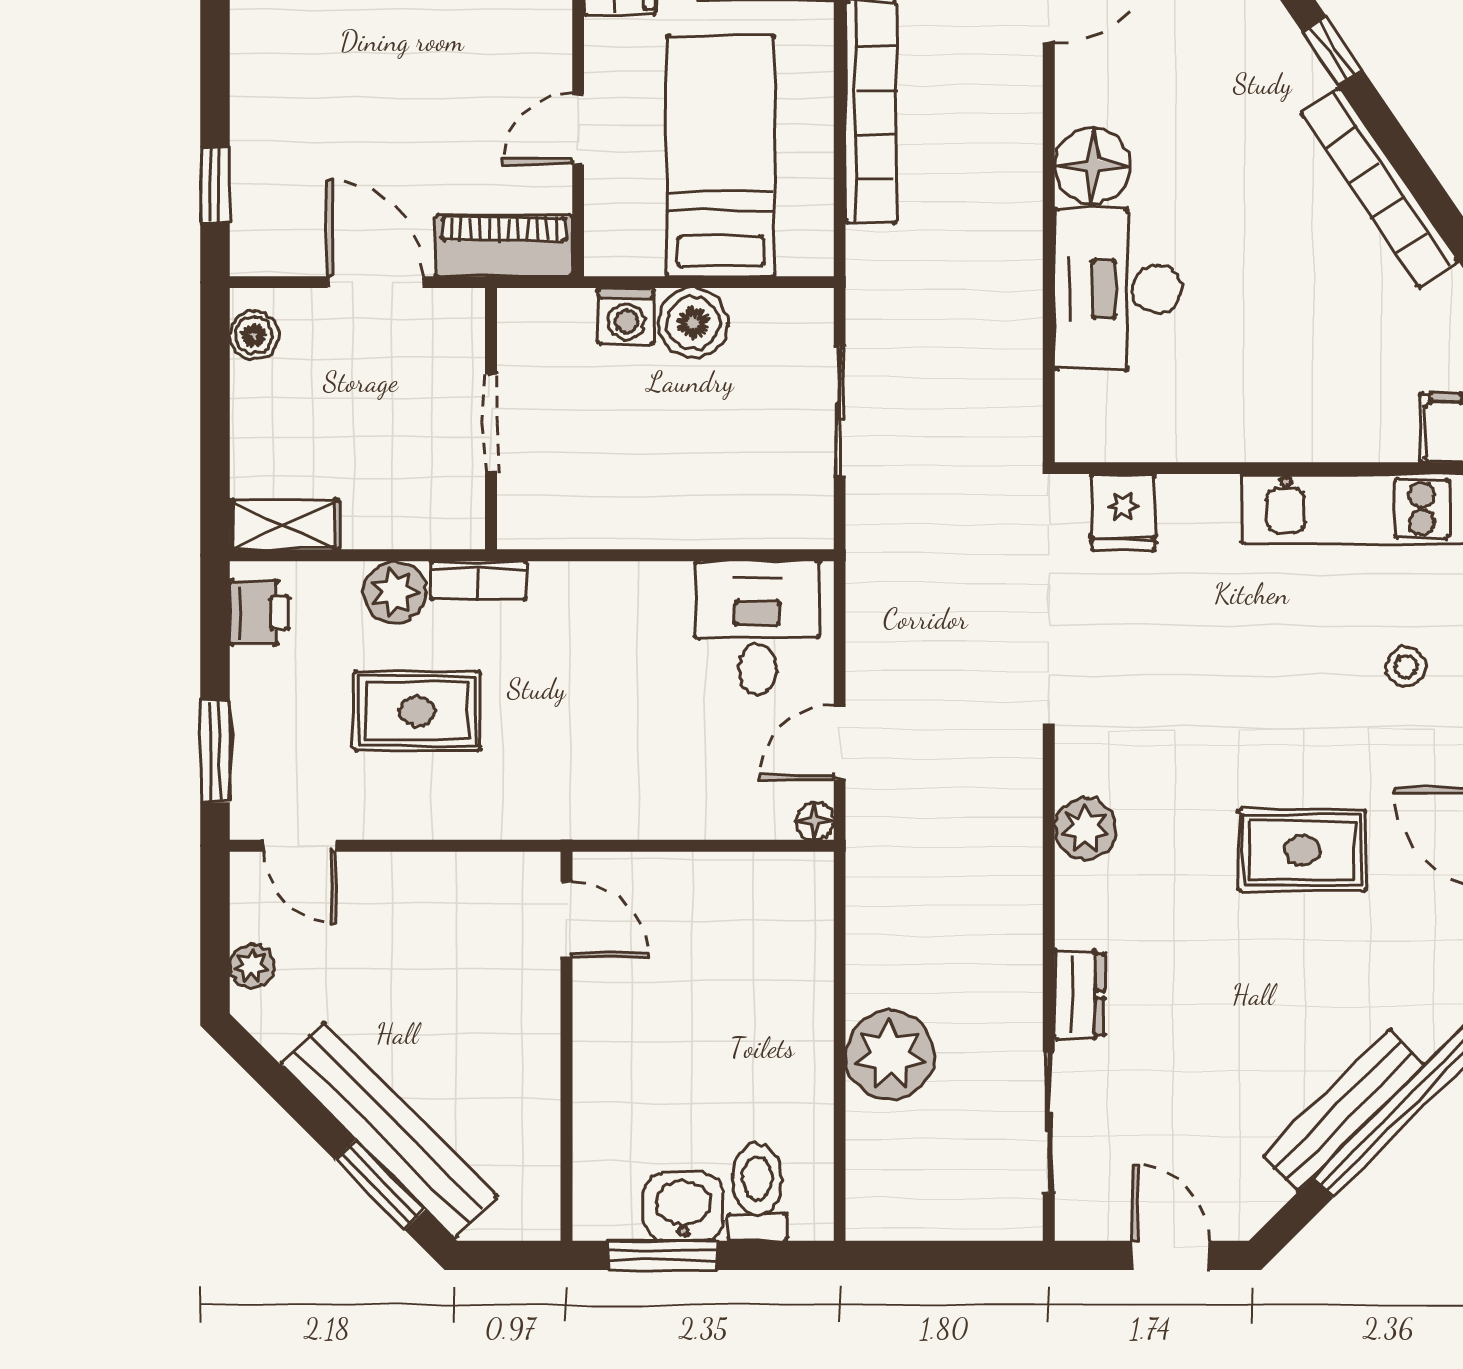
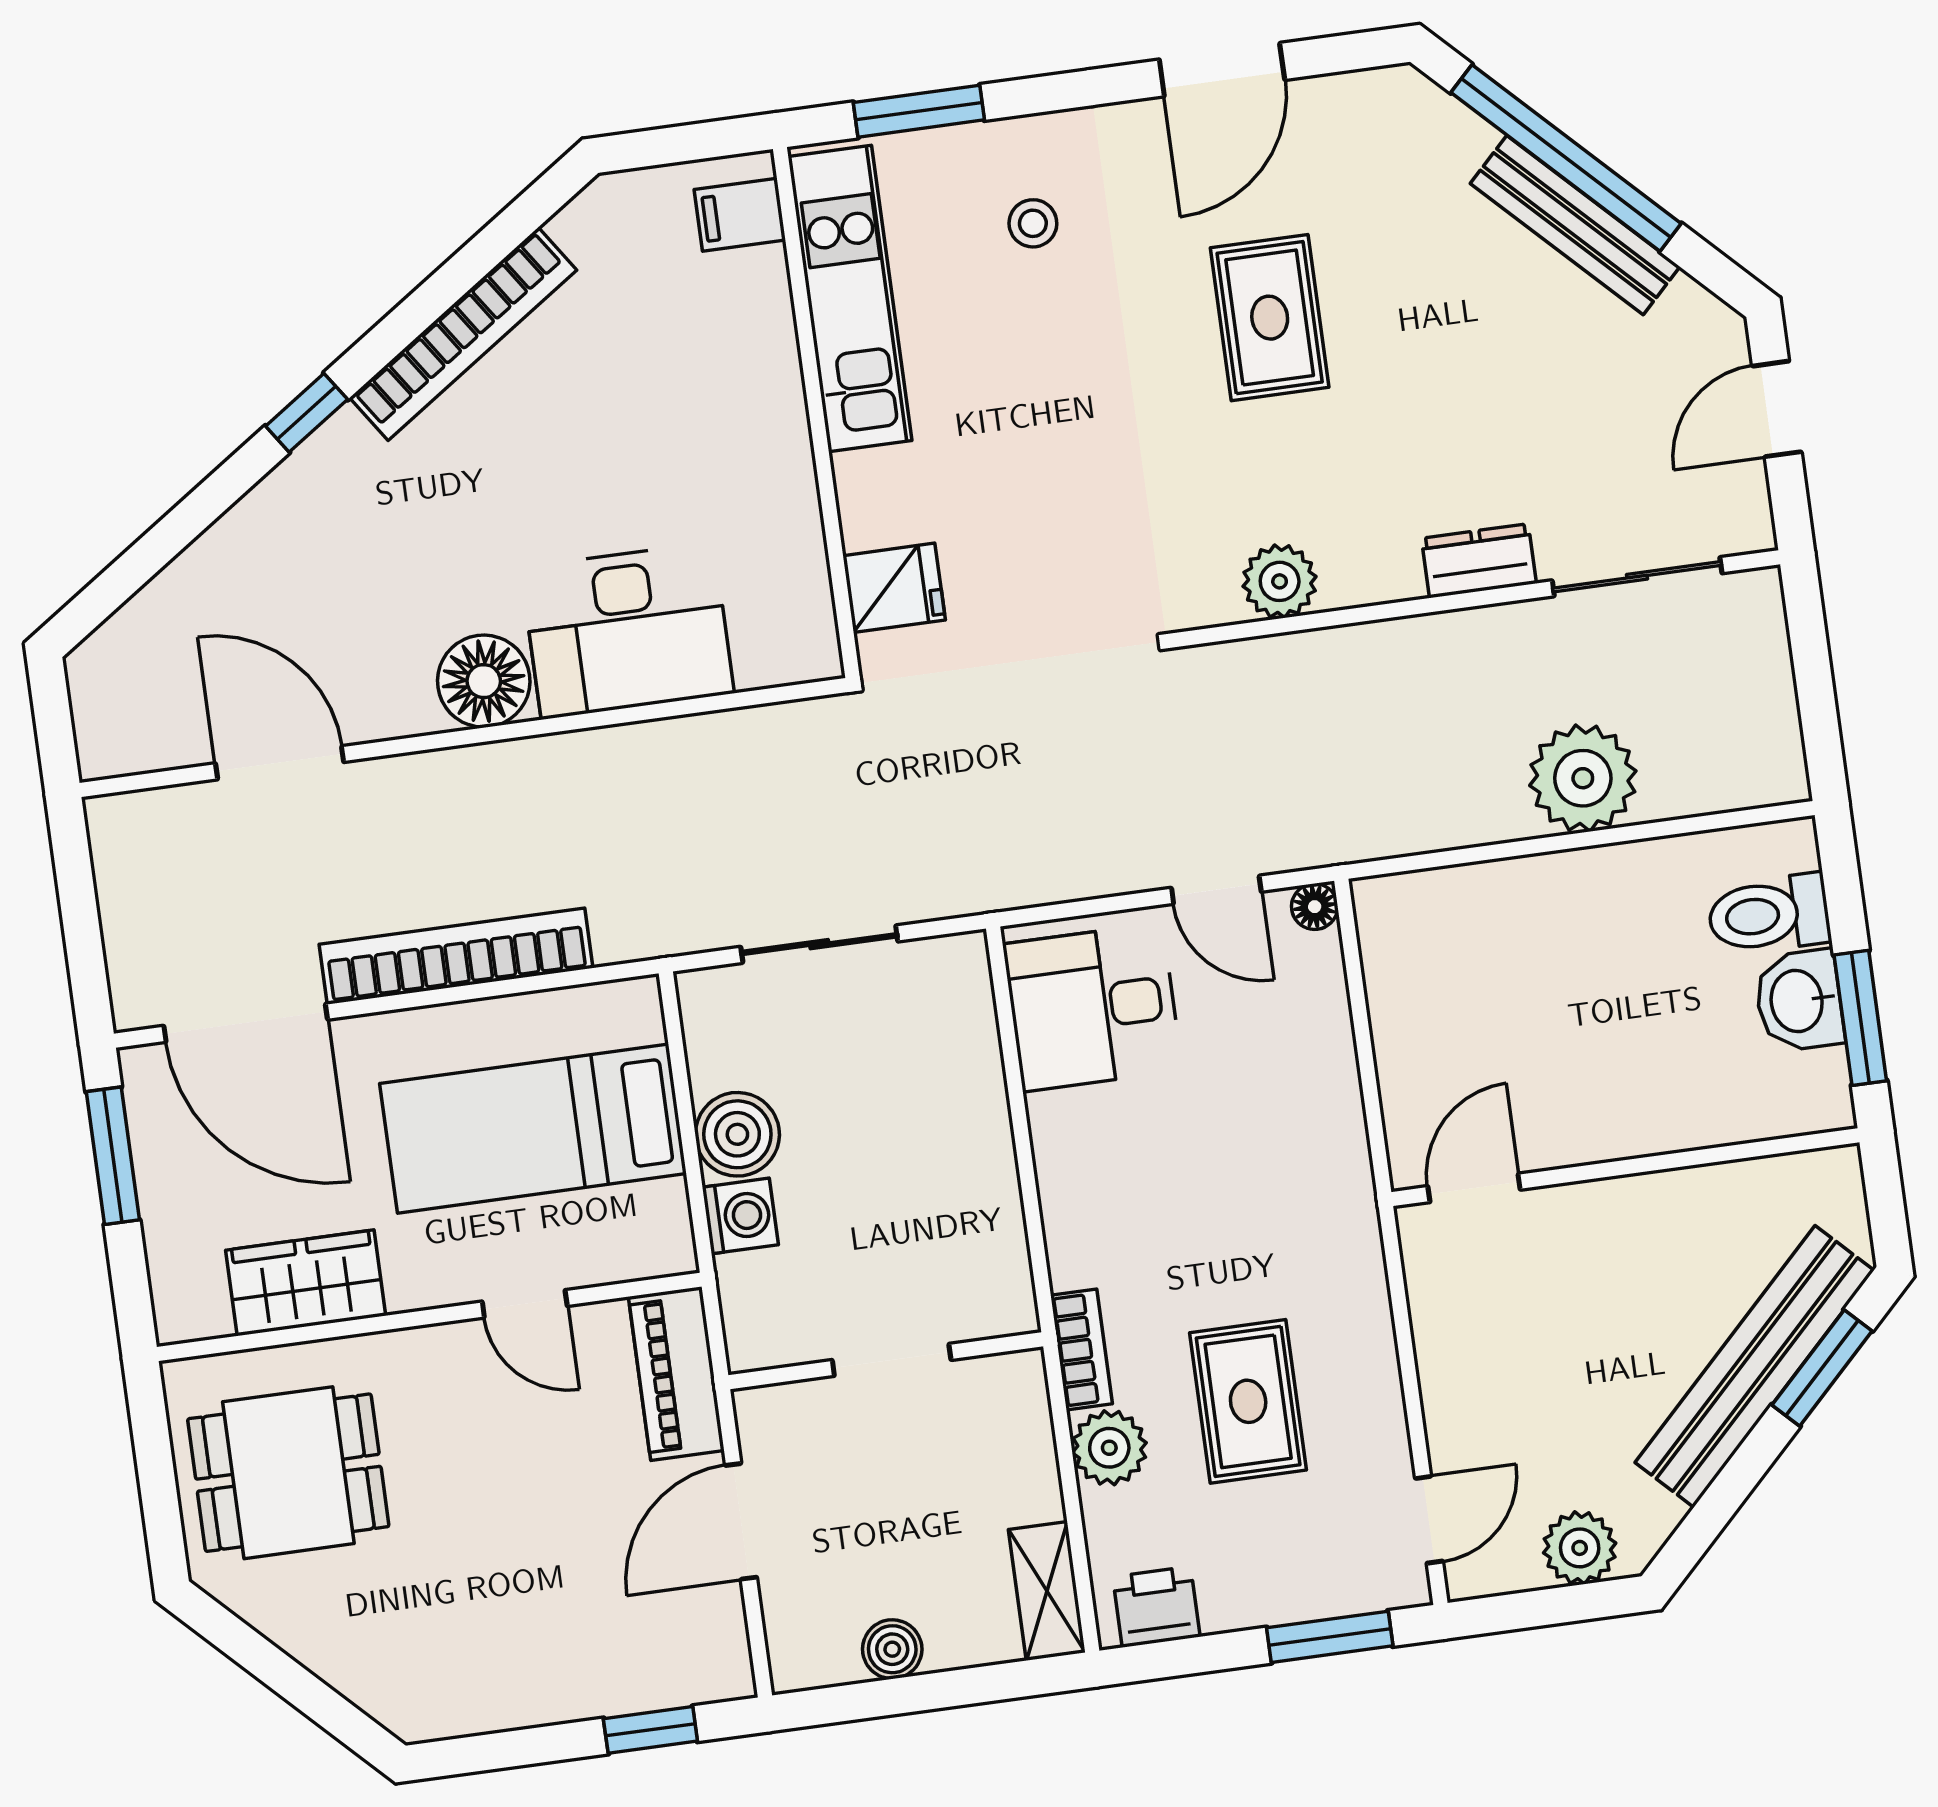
boiler: (254, 335) -> (892, 1649), moved
plant: (252, 966) -> (1580, 1548), width x1.38, depth x1.38

